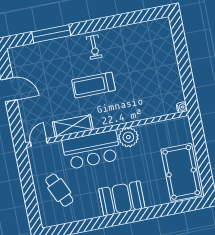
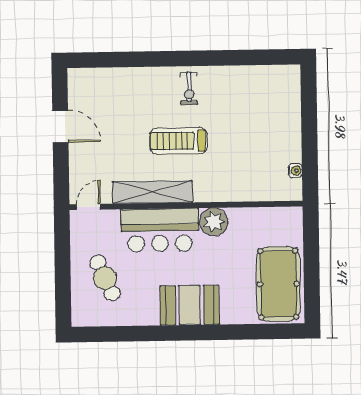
window: (51, 34) -> (133, 59), removed
water cooler: (182, 107) -> (295, 171), moved
shelving: (73, 126) -> (152, 192), width x1.47

